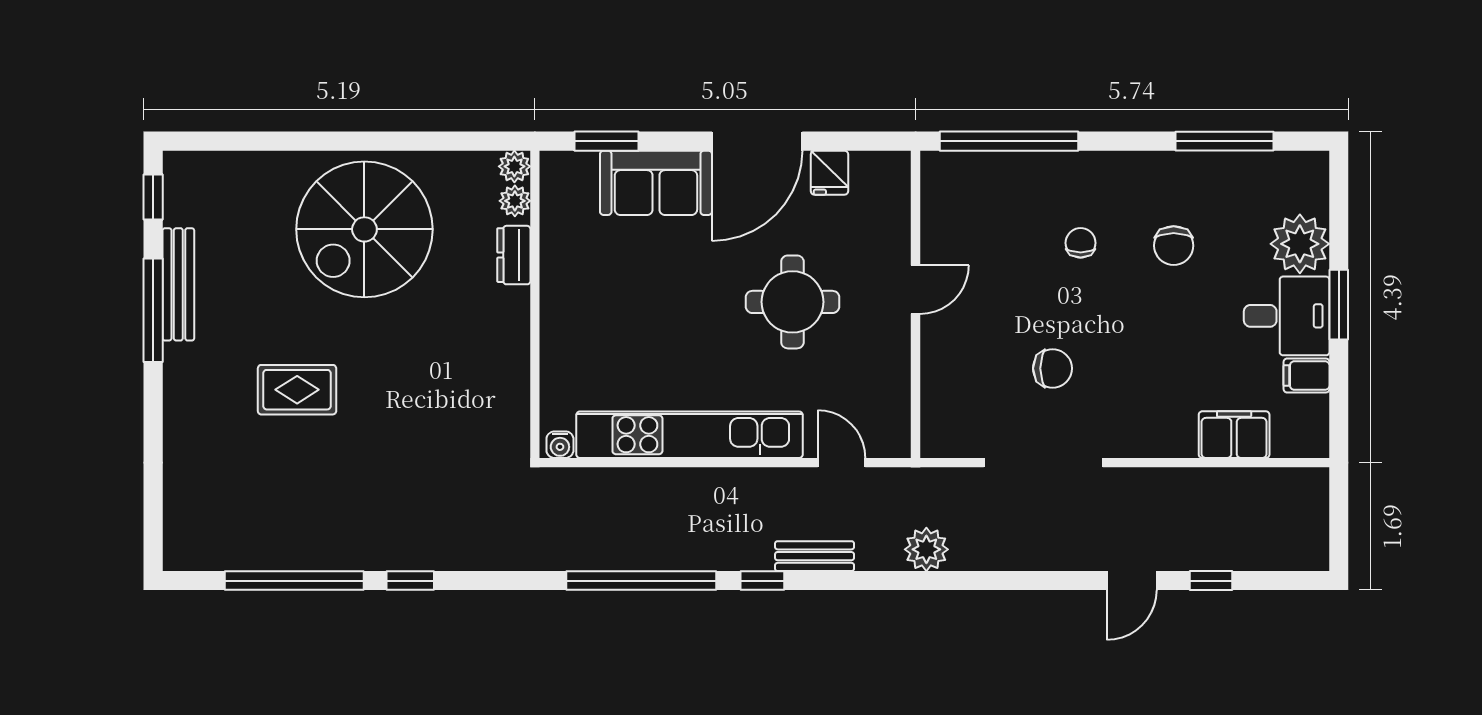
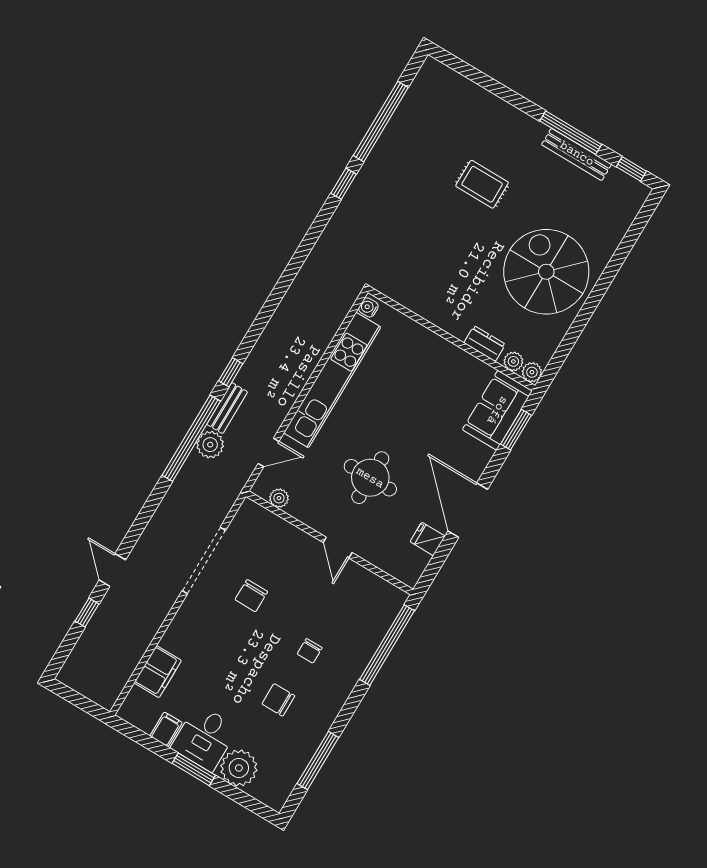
sofa: (656, 183) -> (497, 410), moved
chair: (1081, 243) -> (310, 651), turned 90
rug: (297, 390) -> (482, 184), turned 90
plant: (896, 411) -> (279, 498), added
plant: (926, 549) -> (210, 445), moved
window: (641, 581) -> (191, 438), moved

